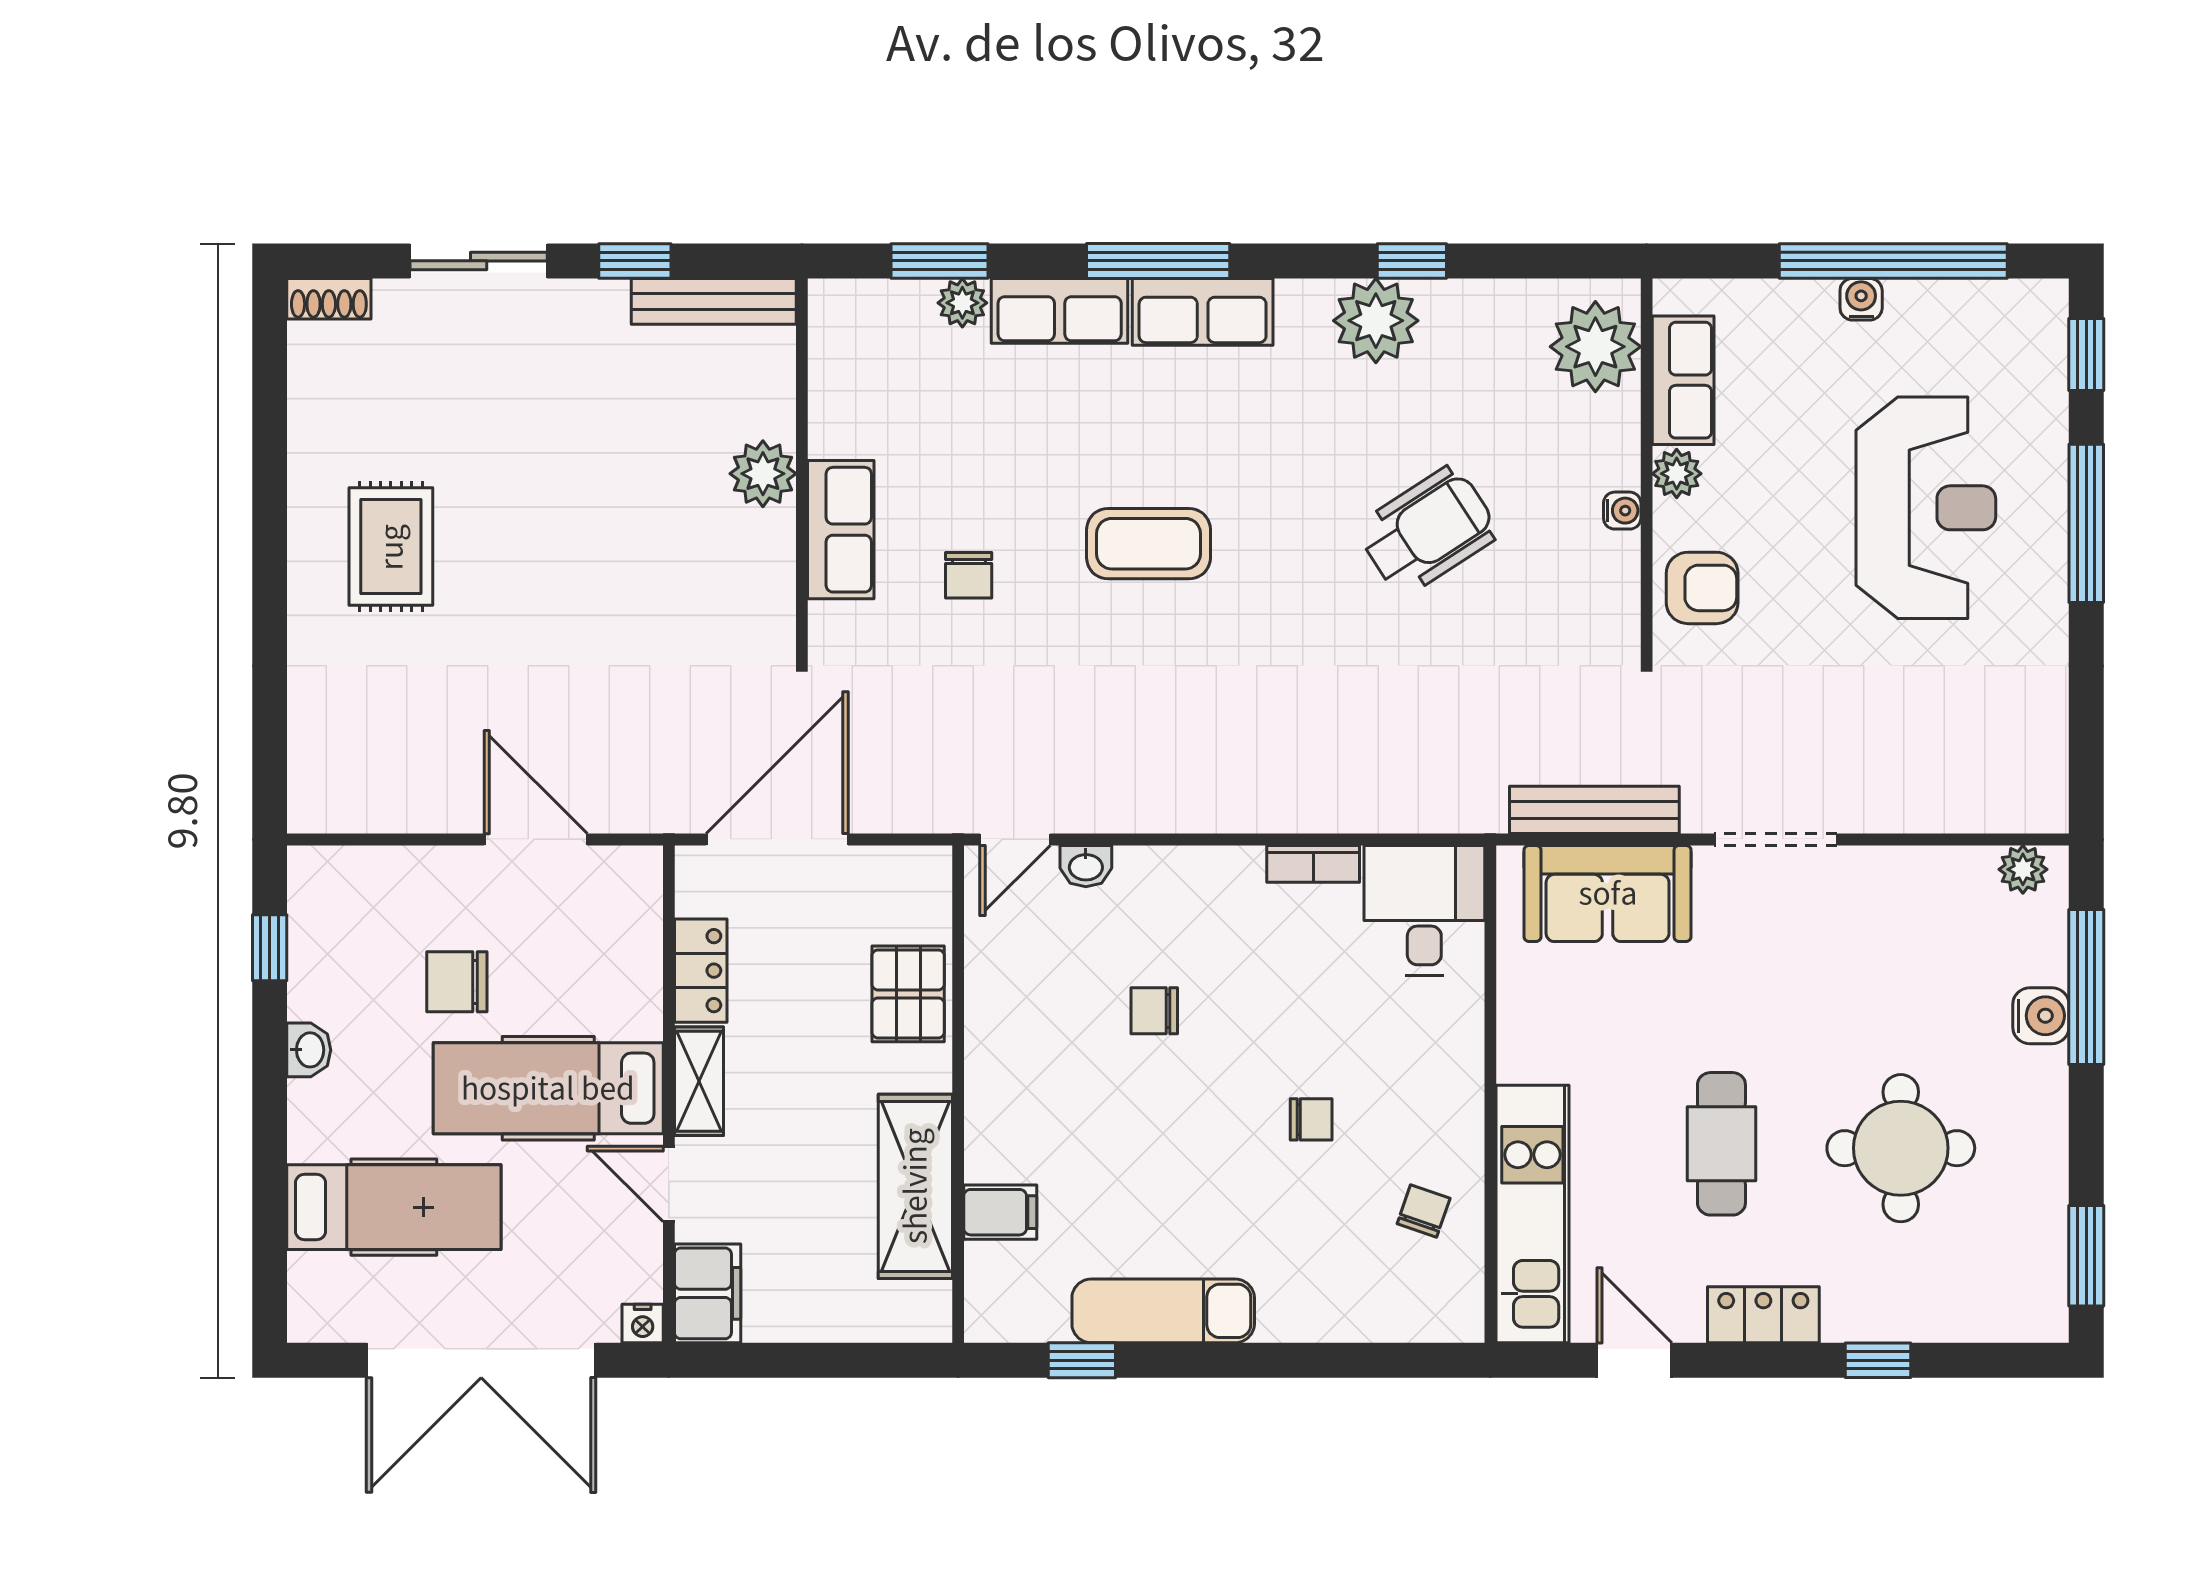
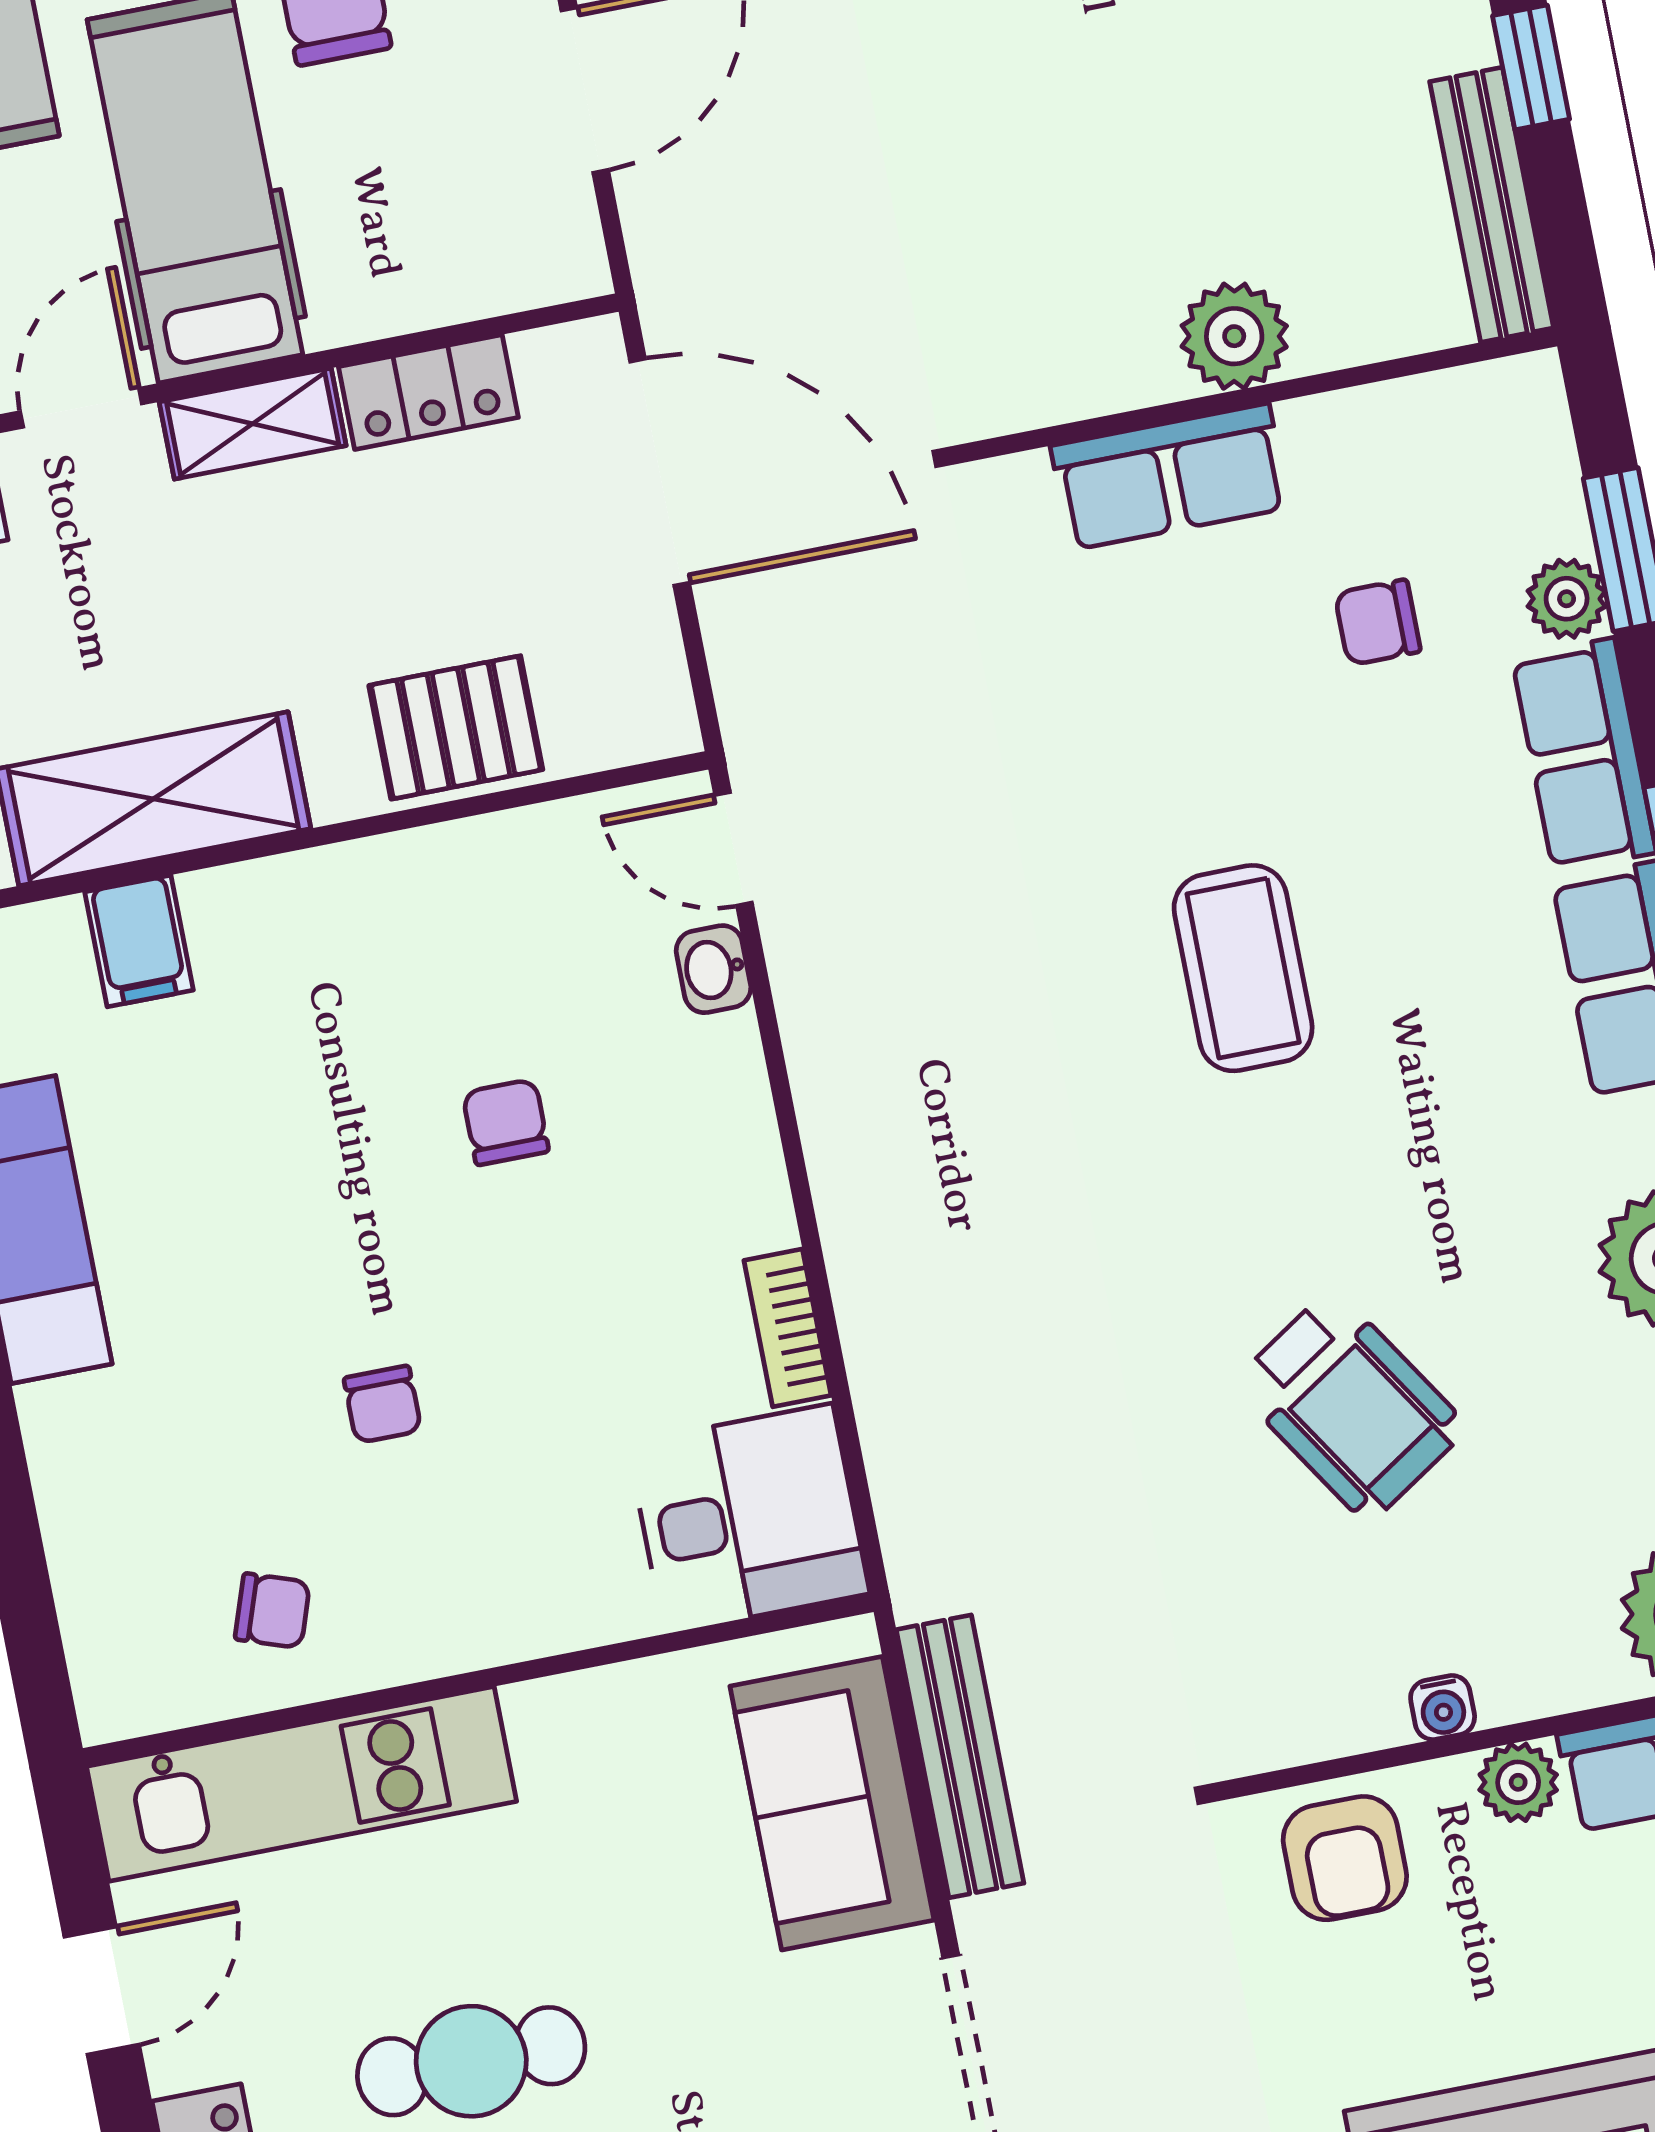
chair: (969, 575) -> (1378, 622), moved

